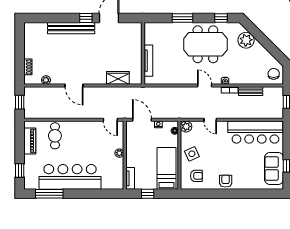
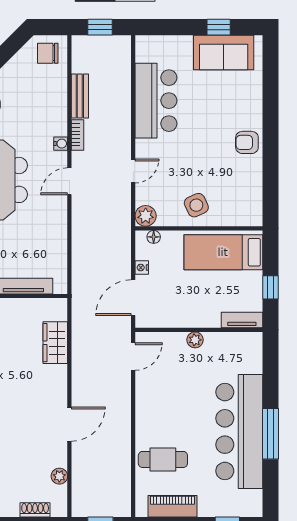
bar counter: (255, 132) -> (156, 101), width x0.73
armchair: (196, 176) -> (237, 197), removed
window: (49, 194) -> (271, 434), moved

